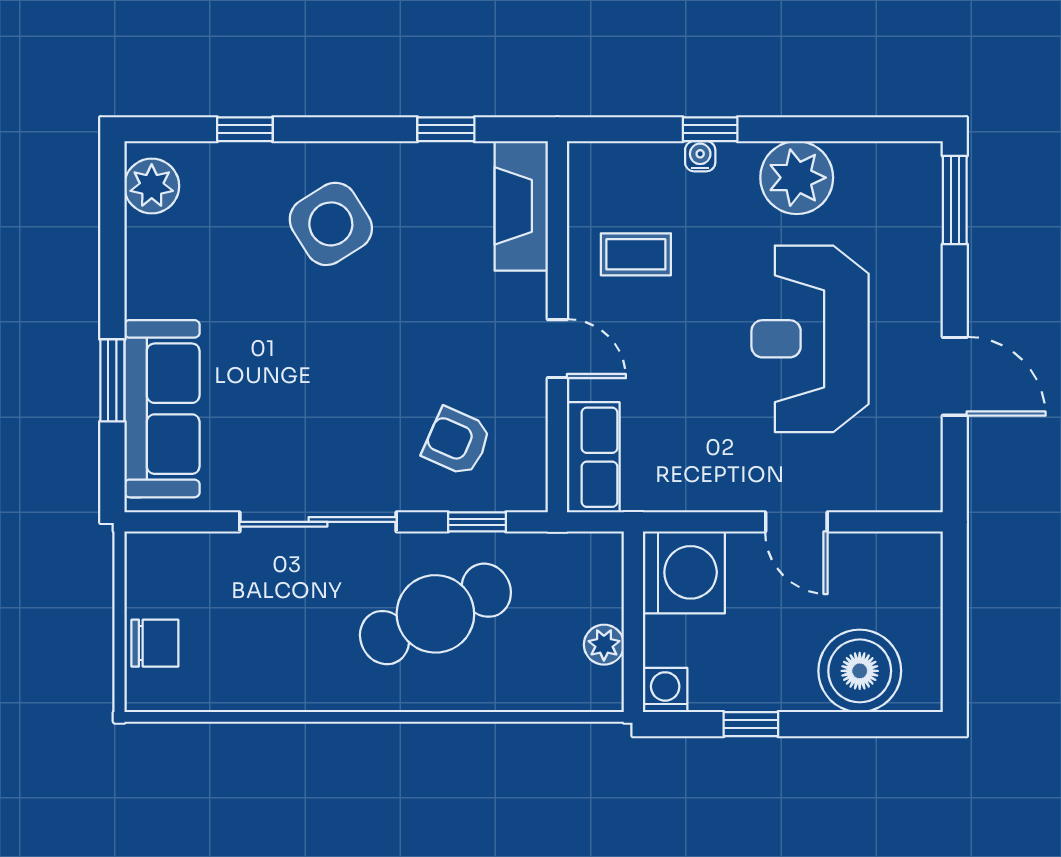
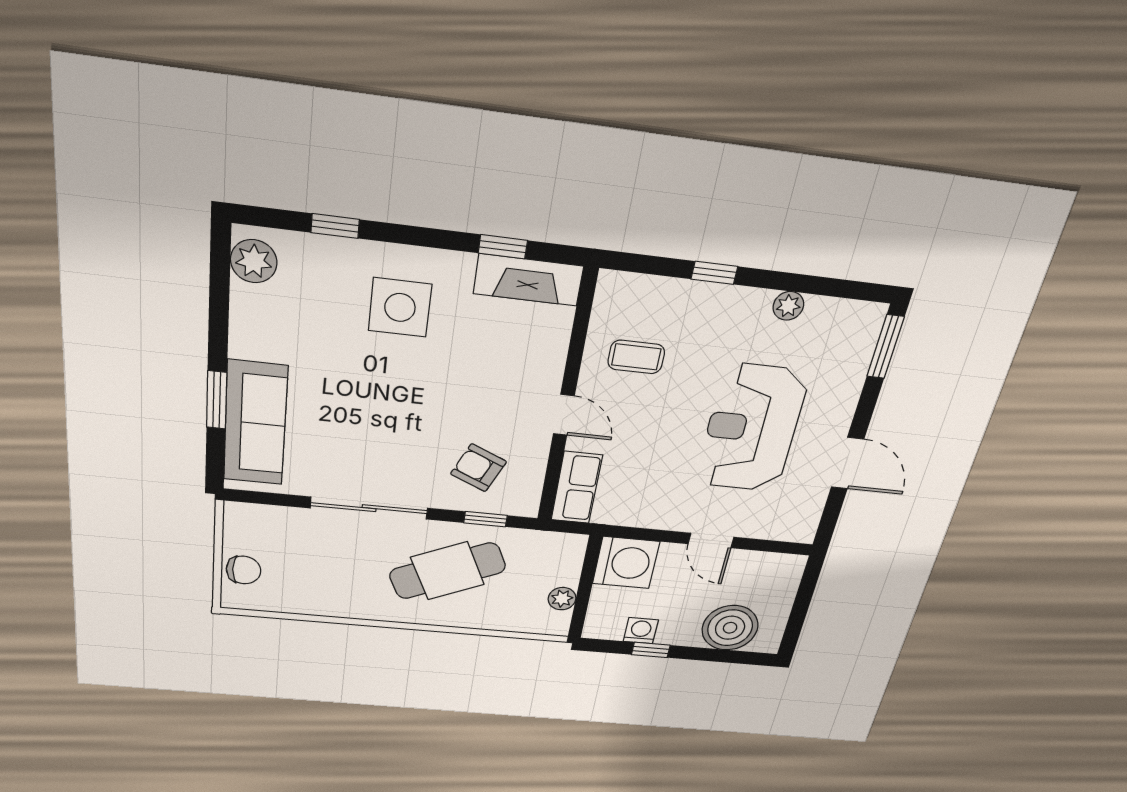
water cooler: (700, 156) -> (702, 292), removed
plant: (797, 178) -> (788, 306), width x0.53, depth x0.53
fireplace: (521, 206) -> (528, 280), moved, turned -90
side table: (331, 224) -> (400, 307), turned 32
washing machine: (665, 690) -> (641, 631), moved

